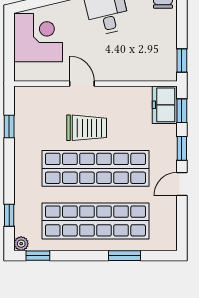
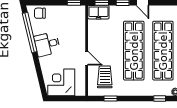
door: (82, 84) -> (87, 58), swing flipped
trolley: (87, 128) -> (105, 77), moved

